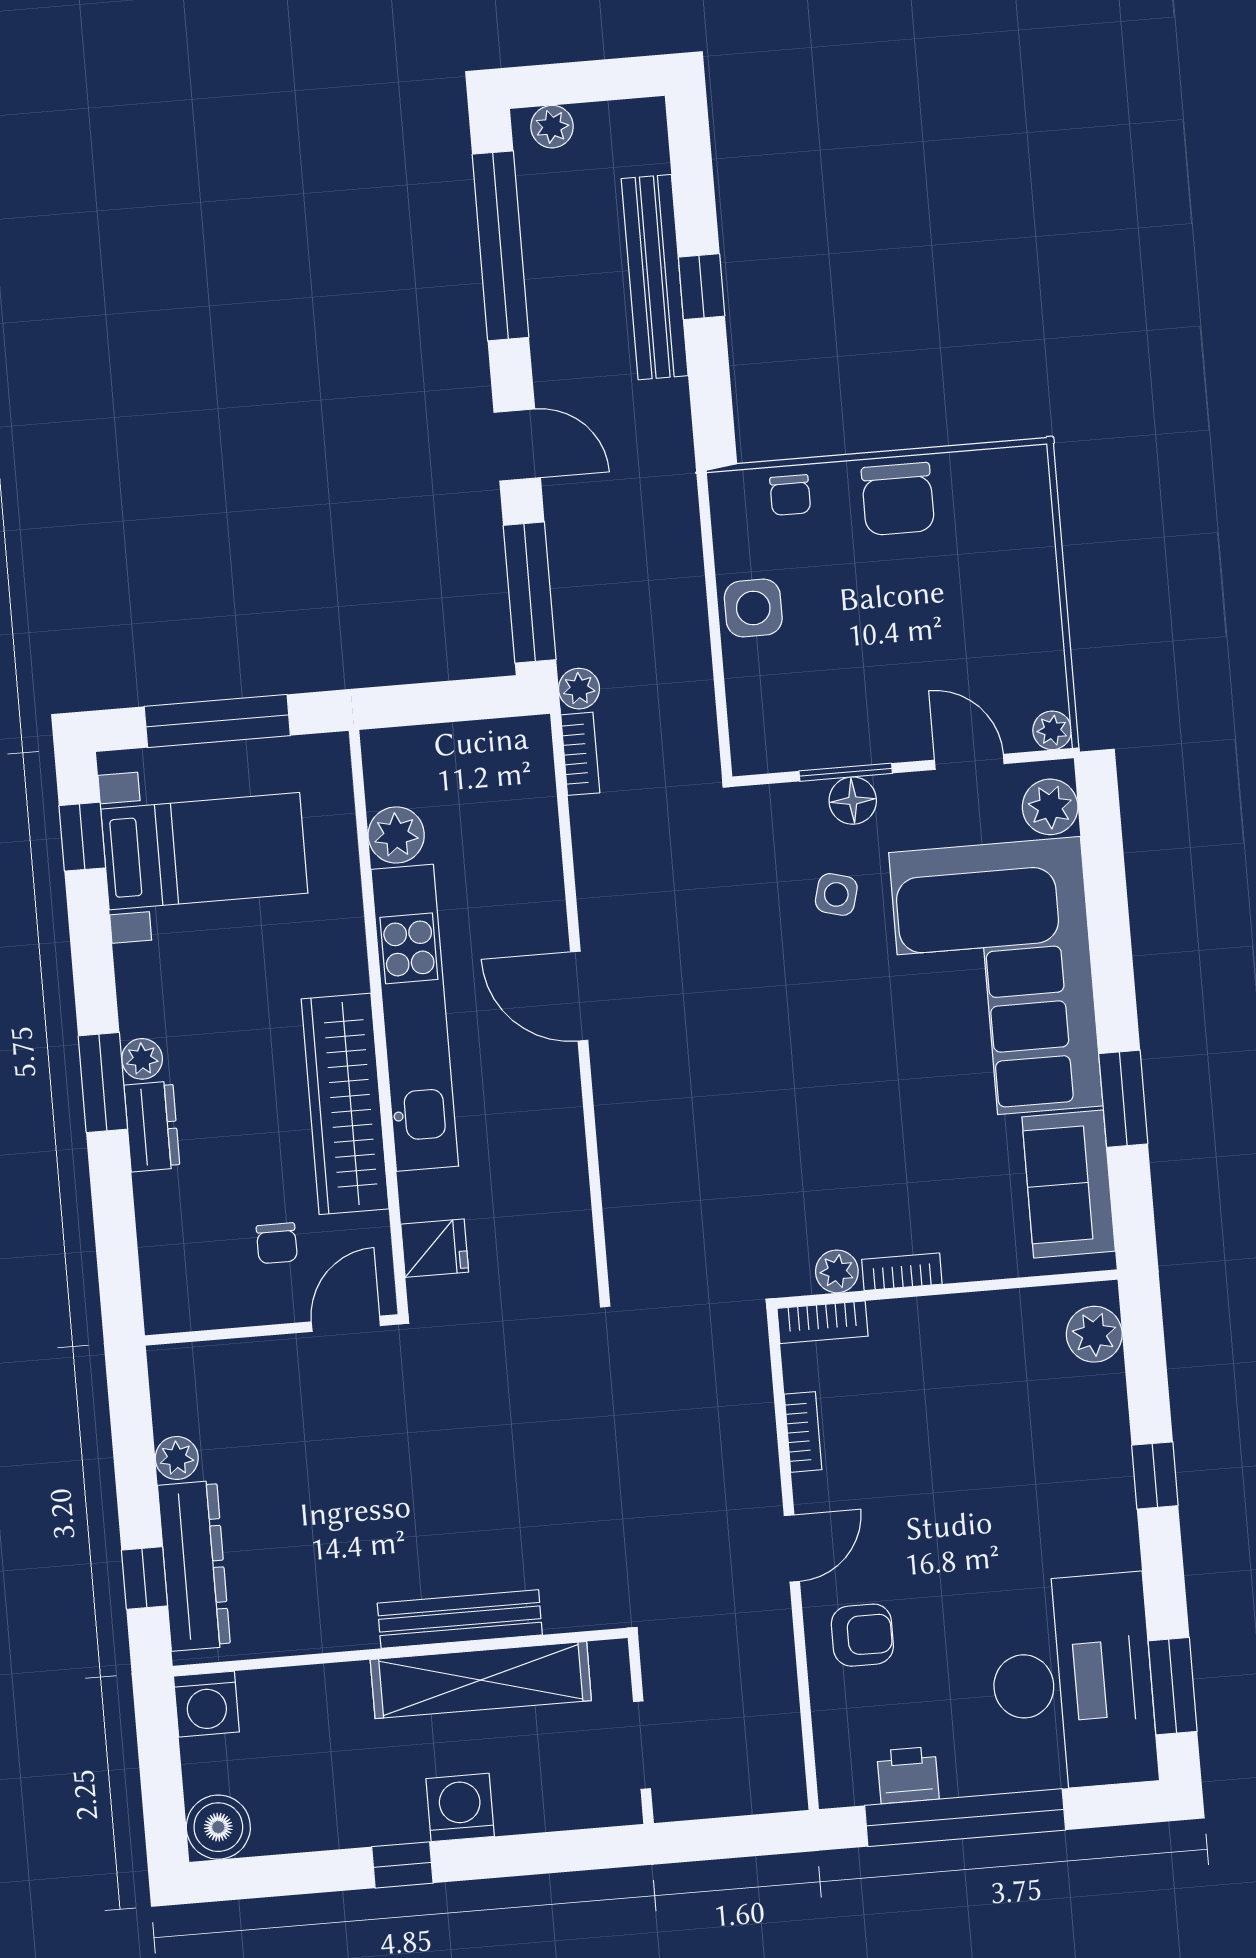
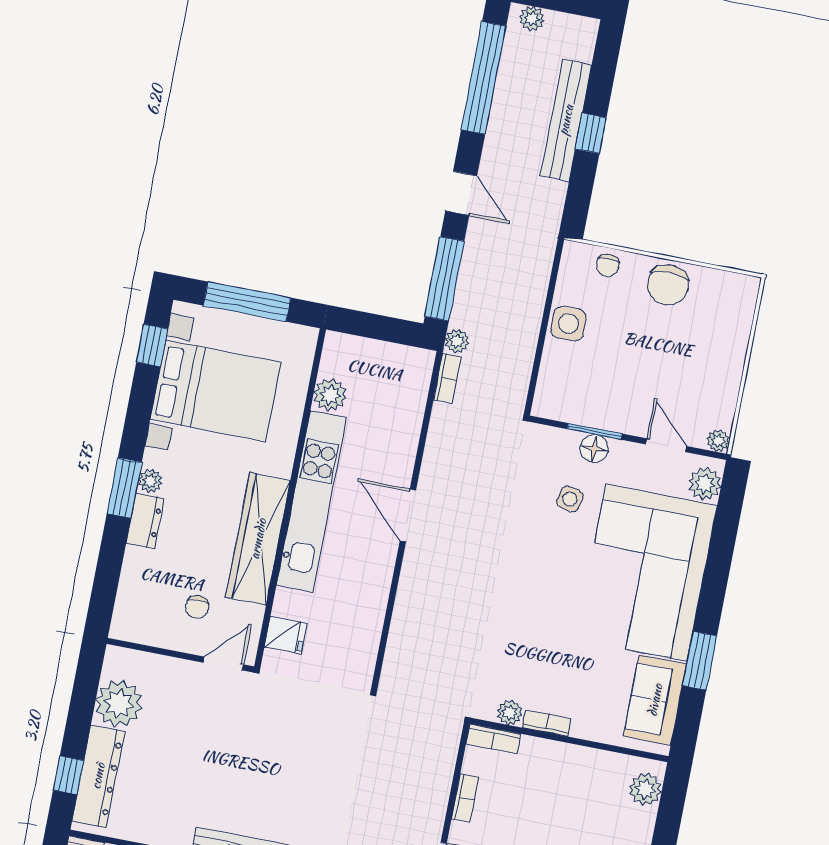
bed with nightstands: (204, 851) -> (215, 391), width x1.36
plant: (177, 1458) -> (119, 704), width x1.88, depth x1.88

